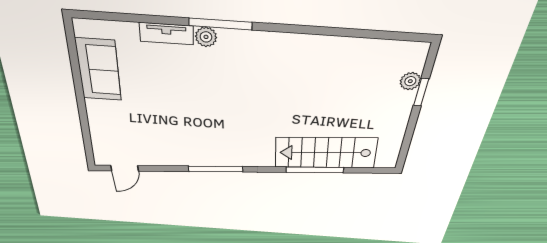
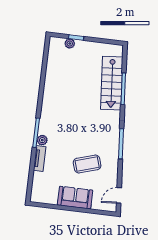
sofa: (99, 70) -> (75, 198), moved
coffee table: (171, 119) -> (87, 164), added
door: (125, 168) -> (119, 195), swing flipped

